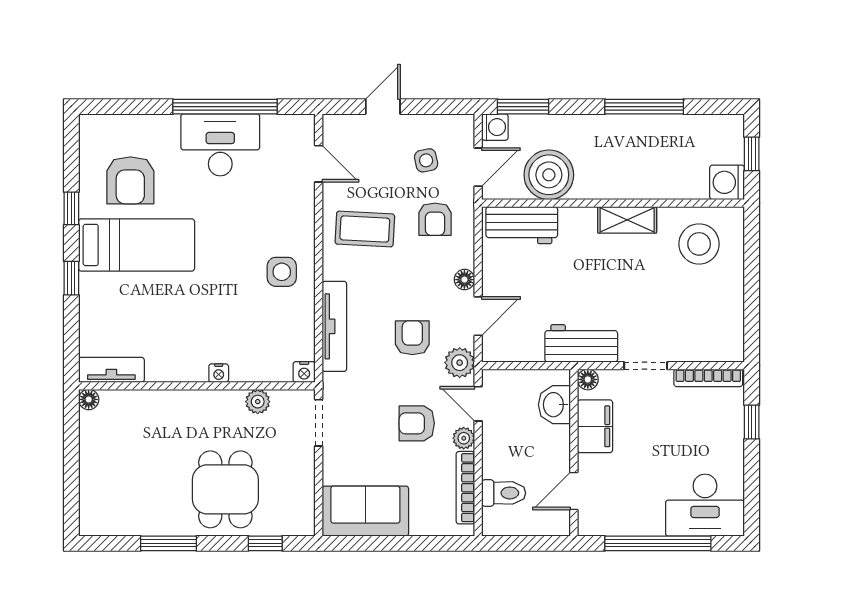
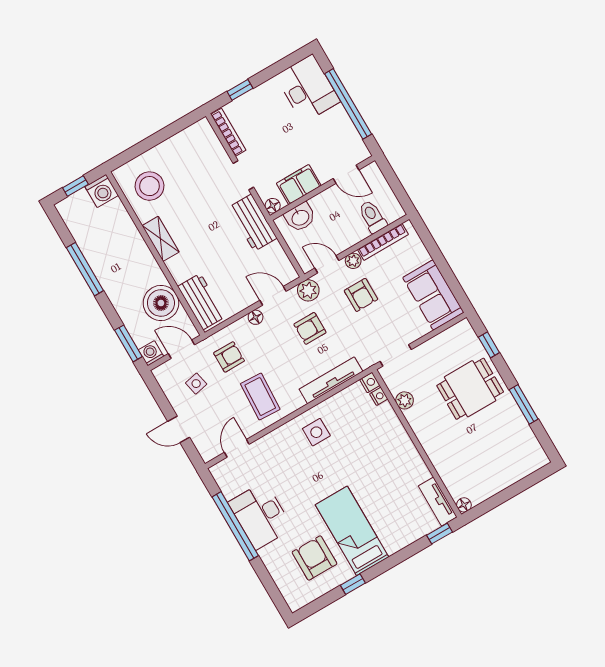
armchair: (130, 180) -> (314, 558), turned -90
window: (71, 278) -> (439, 534), moved
nightstand: (219, 373) -> (379, 396), moved
door: (478, 404) -> (327, 264), swing flipped

